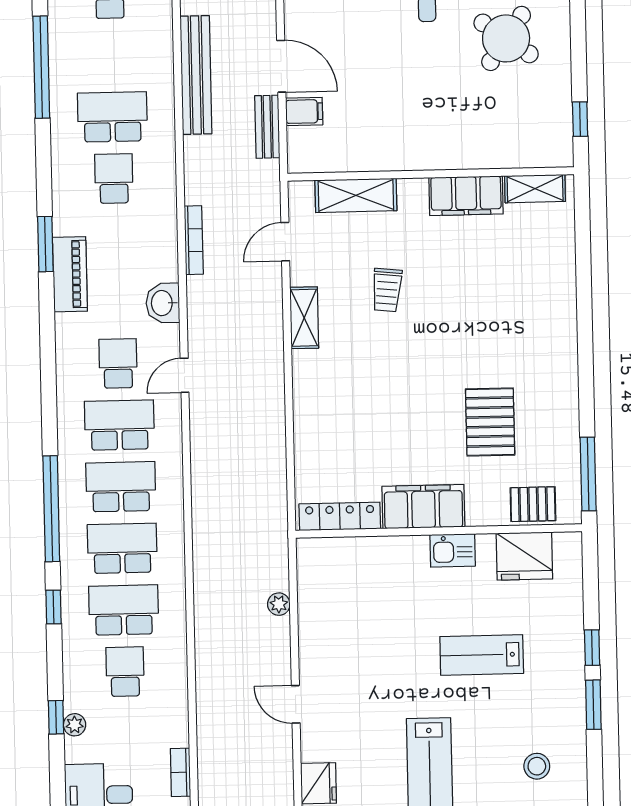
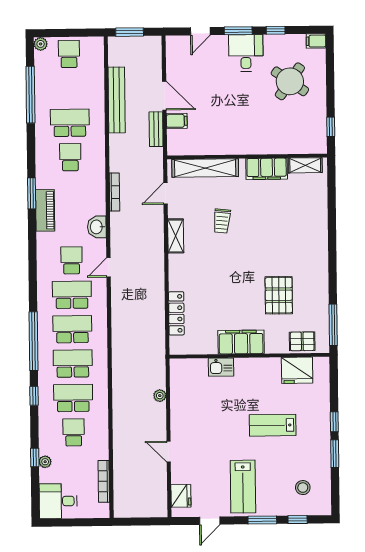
shelving: (356, 195) -> (205, 168), width x1.47
locker: (340, 516) -> (176, 313), moved, turned 90
kitchen sink: (453, 550) -> (221, 367), moved
bookcase: (181, 772) -> (104, 481), width x1.56

